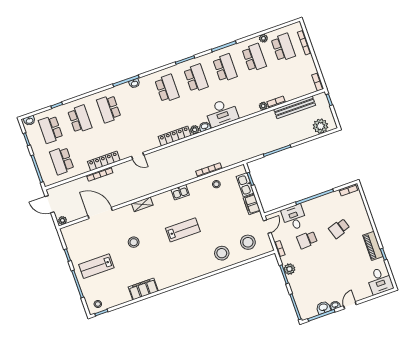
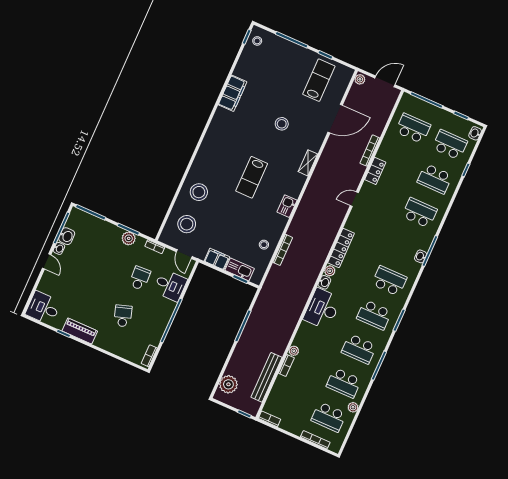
school desk: (167, 88) -> (389, 281), turned 180
locker: (104, 161) -> (375, 171), width x0.66
lab bench: (96, 266) -> (319, 80), moved

